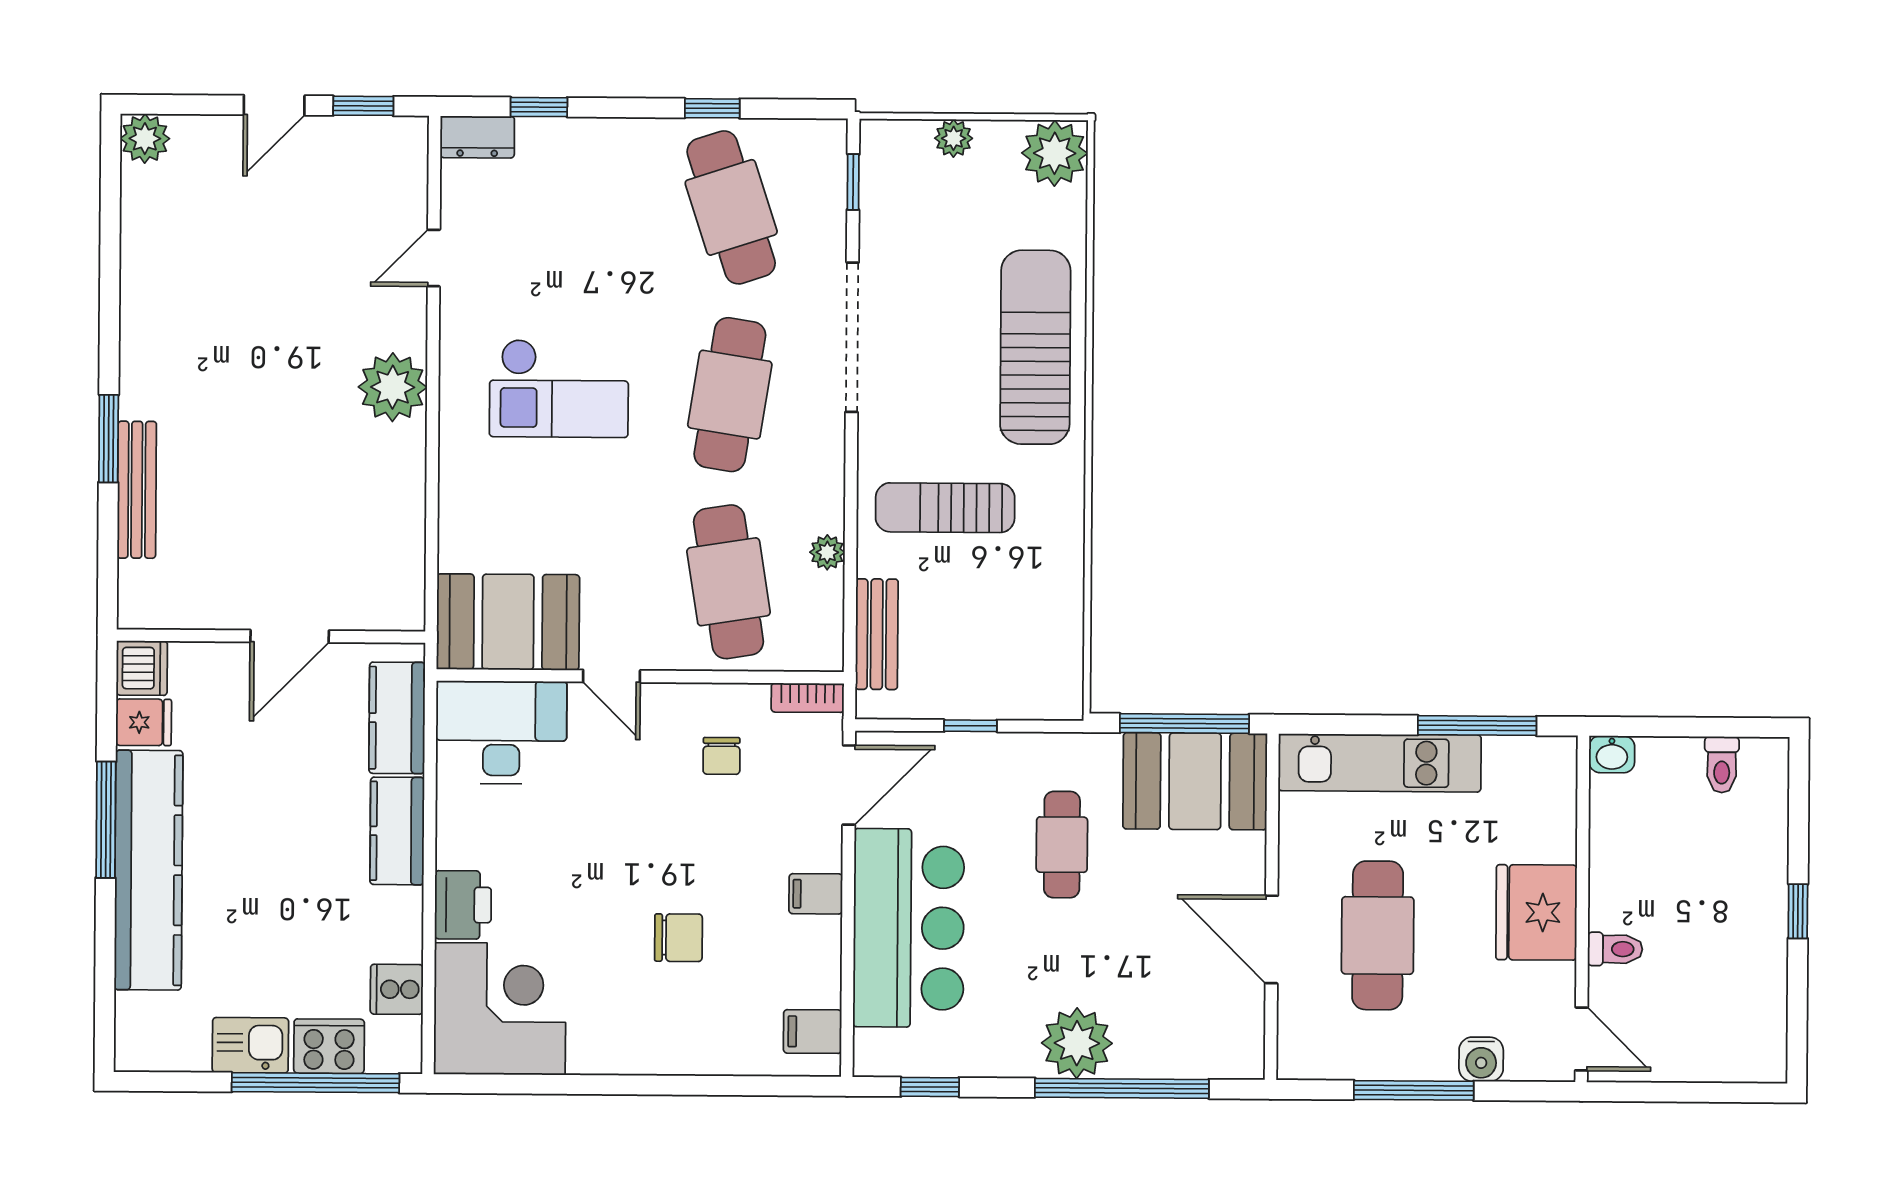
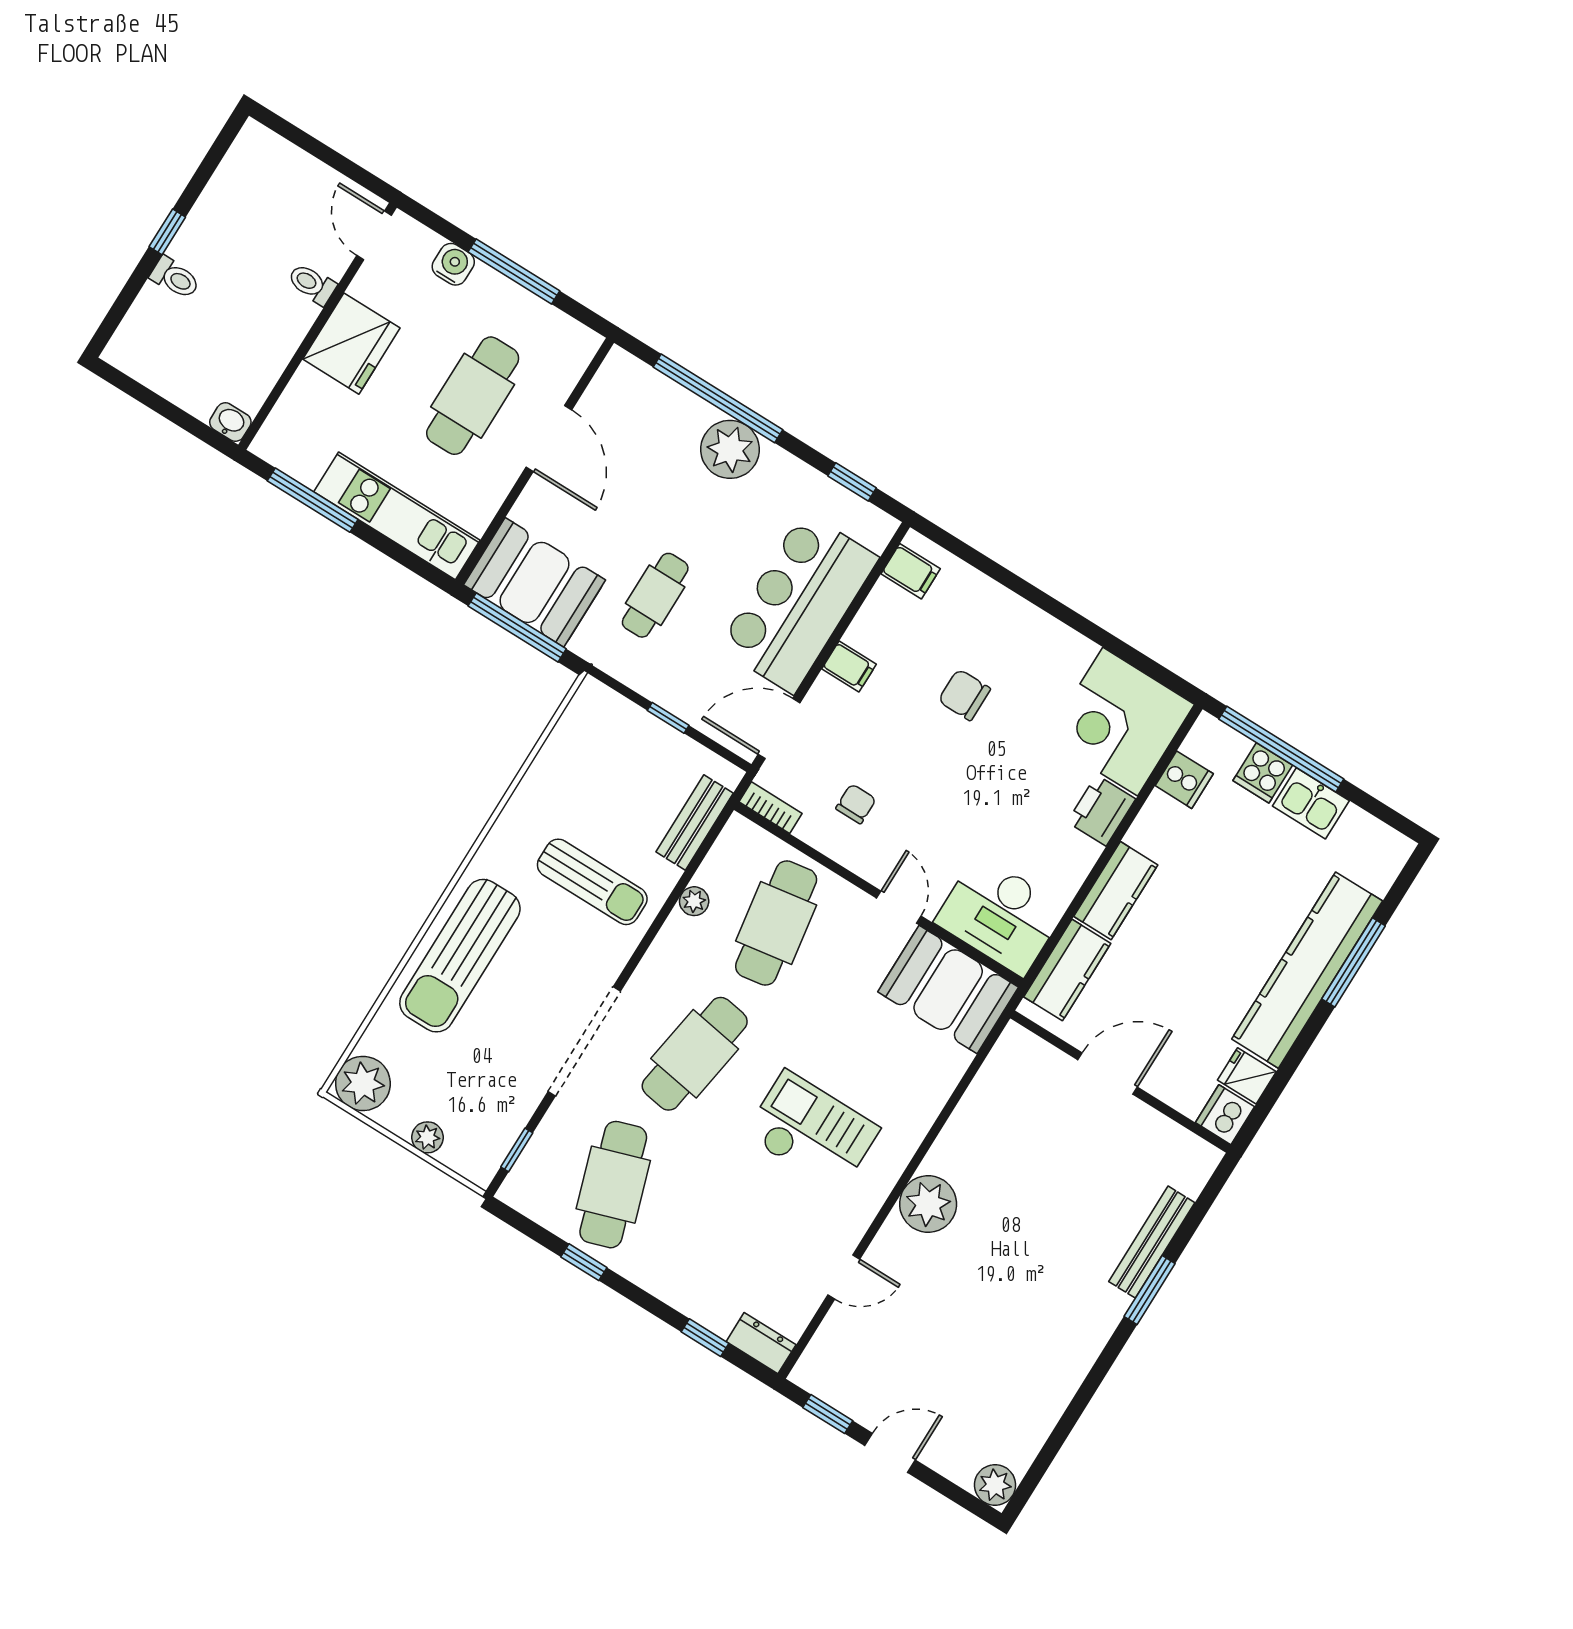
toilet: (1722, 765) -> (175, 278), moved, turned 90
window: (106, 820) -> (1354, 962), moved
cooker: (329, 1046) -> (1263, 773), width x0.73

